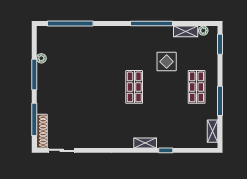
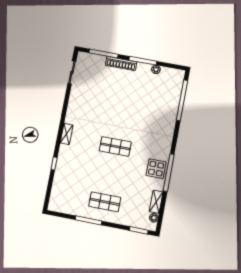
display table: (167, 62) -> (156, 169), moved
shoe rack: (42, 131) -> (121, 64), moved
shelving: (212, 131) -> (63, 208), removed
shelving: (145, 143) -> (67, 134), moved

